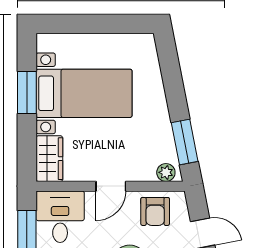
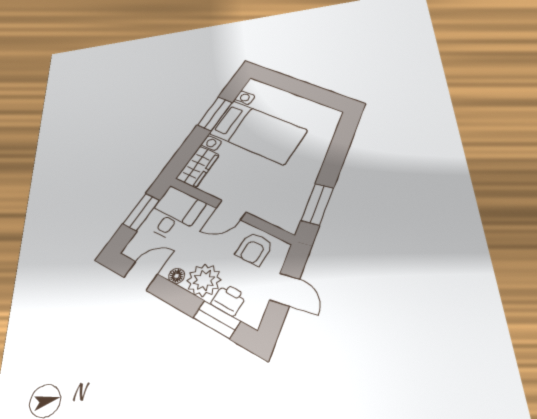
plant: (166, 172) -> (285, 221), removed

